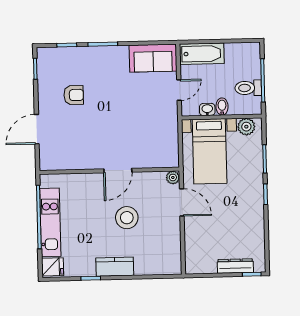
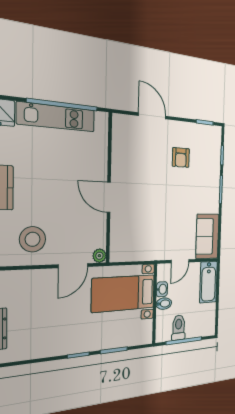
door: (179, 90) -> (180, 261), hinge flipped
plant: (246, 127) -> (145, 329), removed
stool: (127, 218) -> (33, 239), moved

